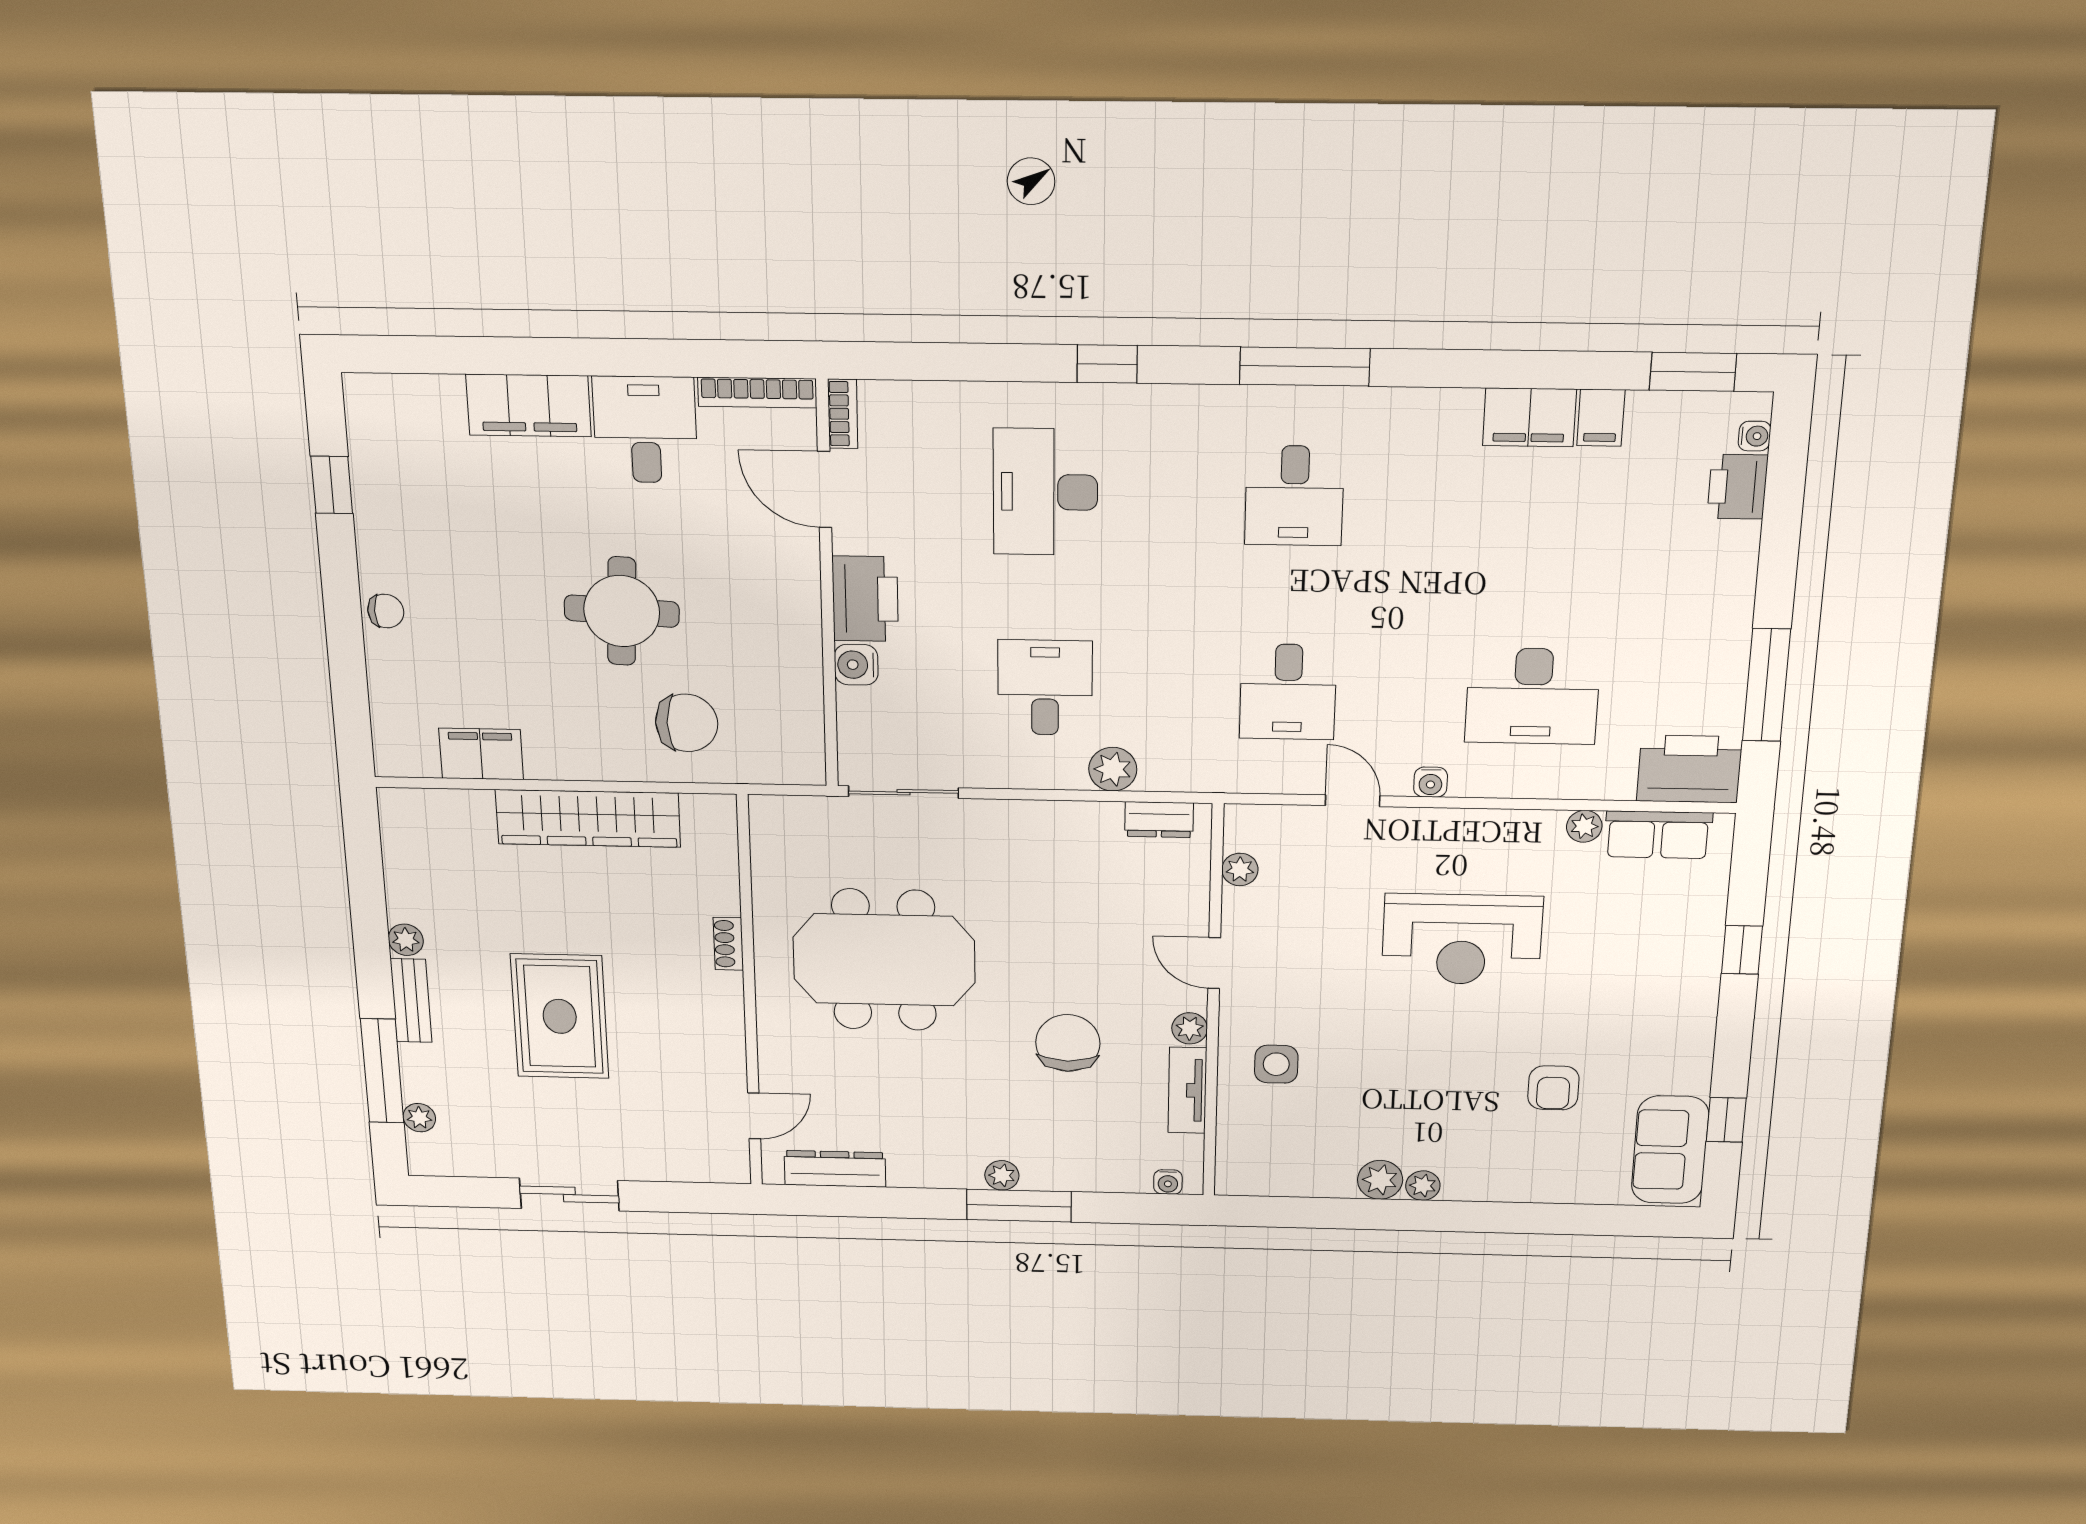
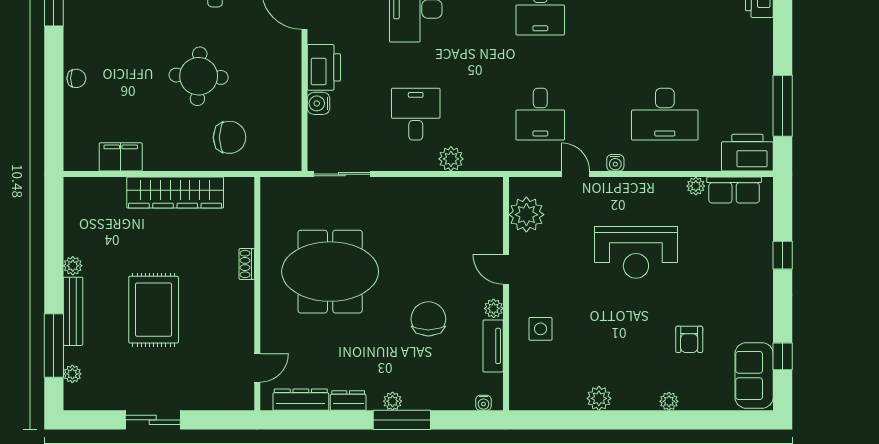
dresser: (1159, 820) -> (348, 401), moved, turned 180
plant: (1240, 869) -> (526, 215), width x1.88, depth x1.88
bench: (411, 1001) -> (73, 311), width x1.36
plant: (1423, 1186) -> (669, 401), moved

